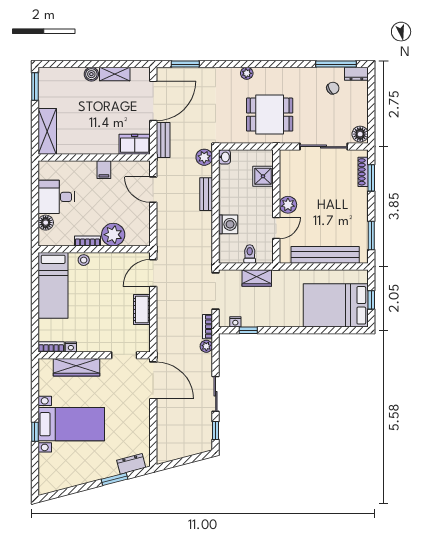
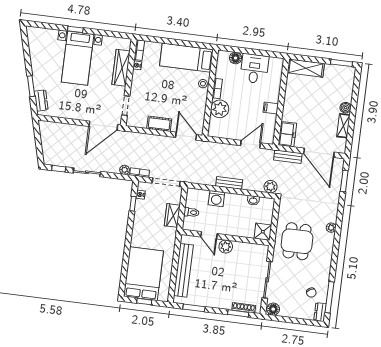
washbasin: (225, 157) -> (253, 200), moved
shower: (263, 176) -> (263, 232), moved
bench: (206, 194) -> (229, 183), moved

